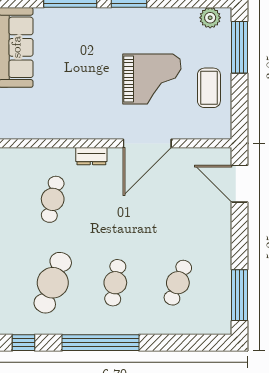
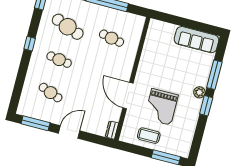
plant: (210, 18) -> (199, 92), moved
dresser: (91, 156) -> (112, 130), moved
door: (240, 184) -> (69, 132), moved
window: (100, 343) -> (30, 44), width x0.32

